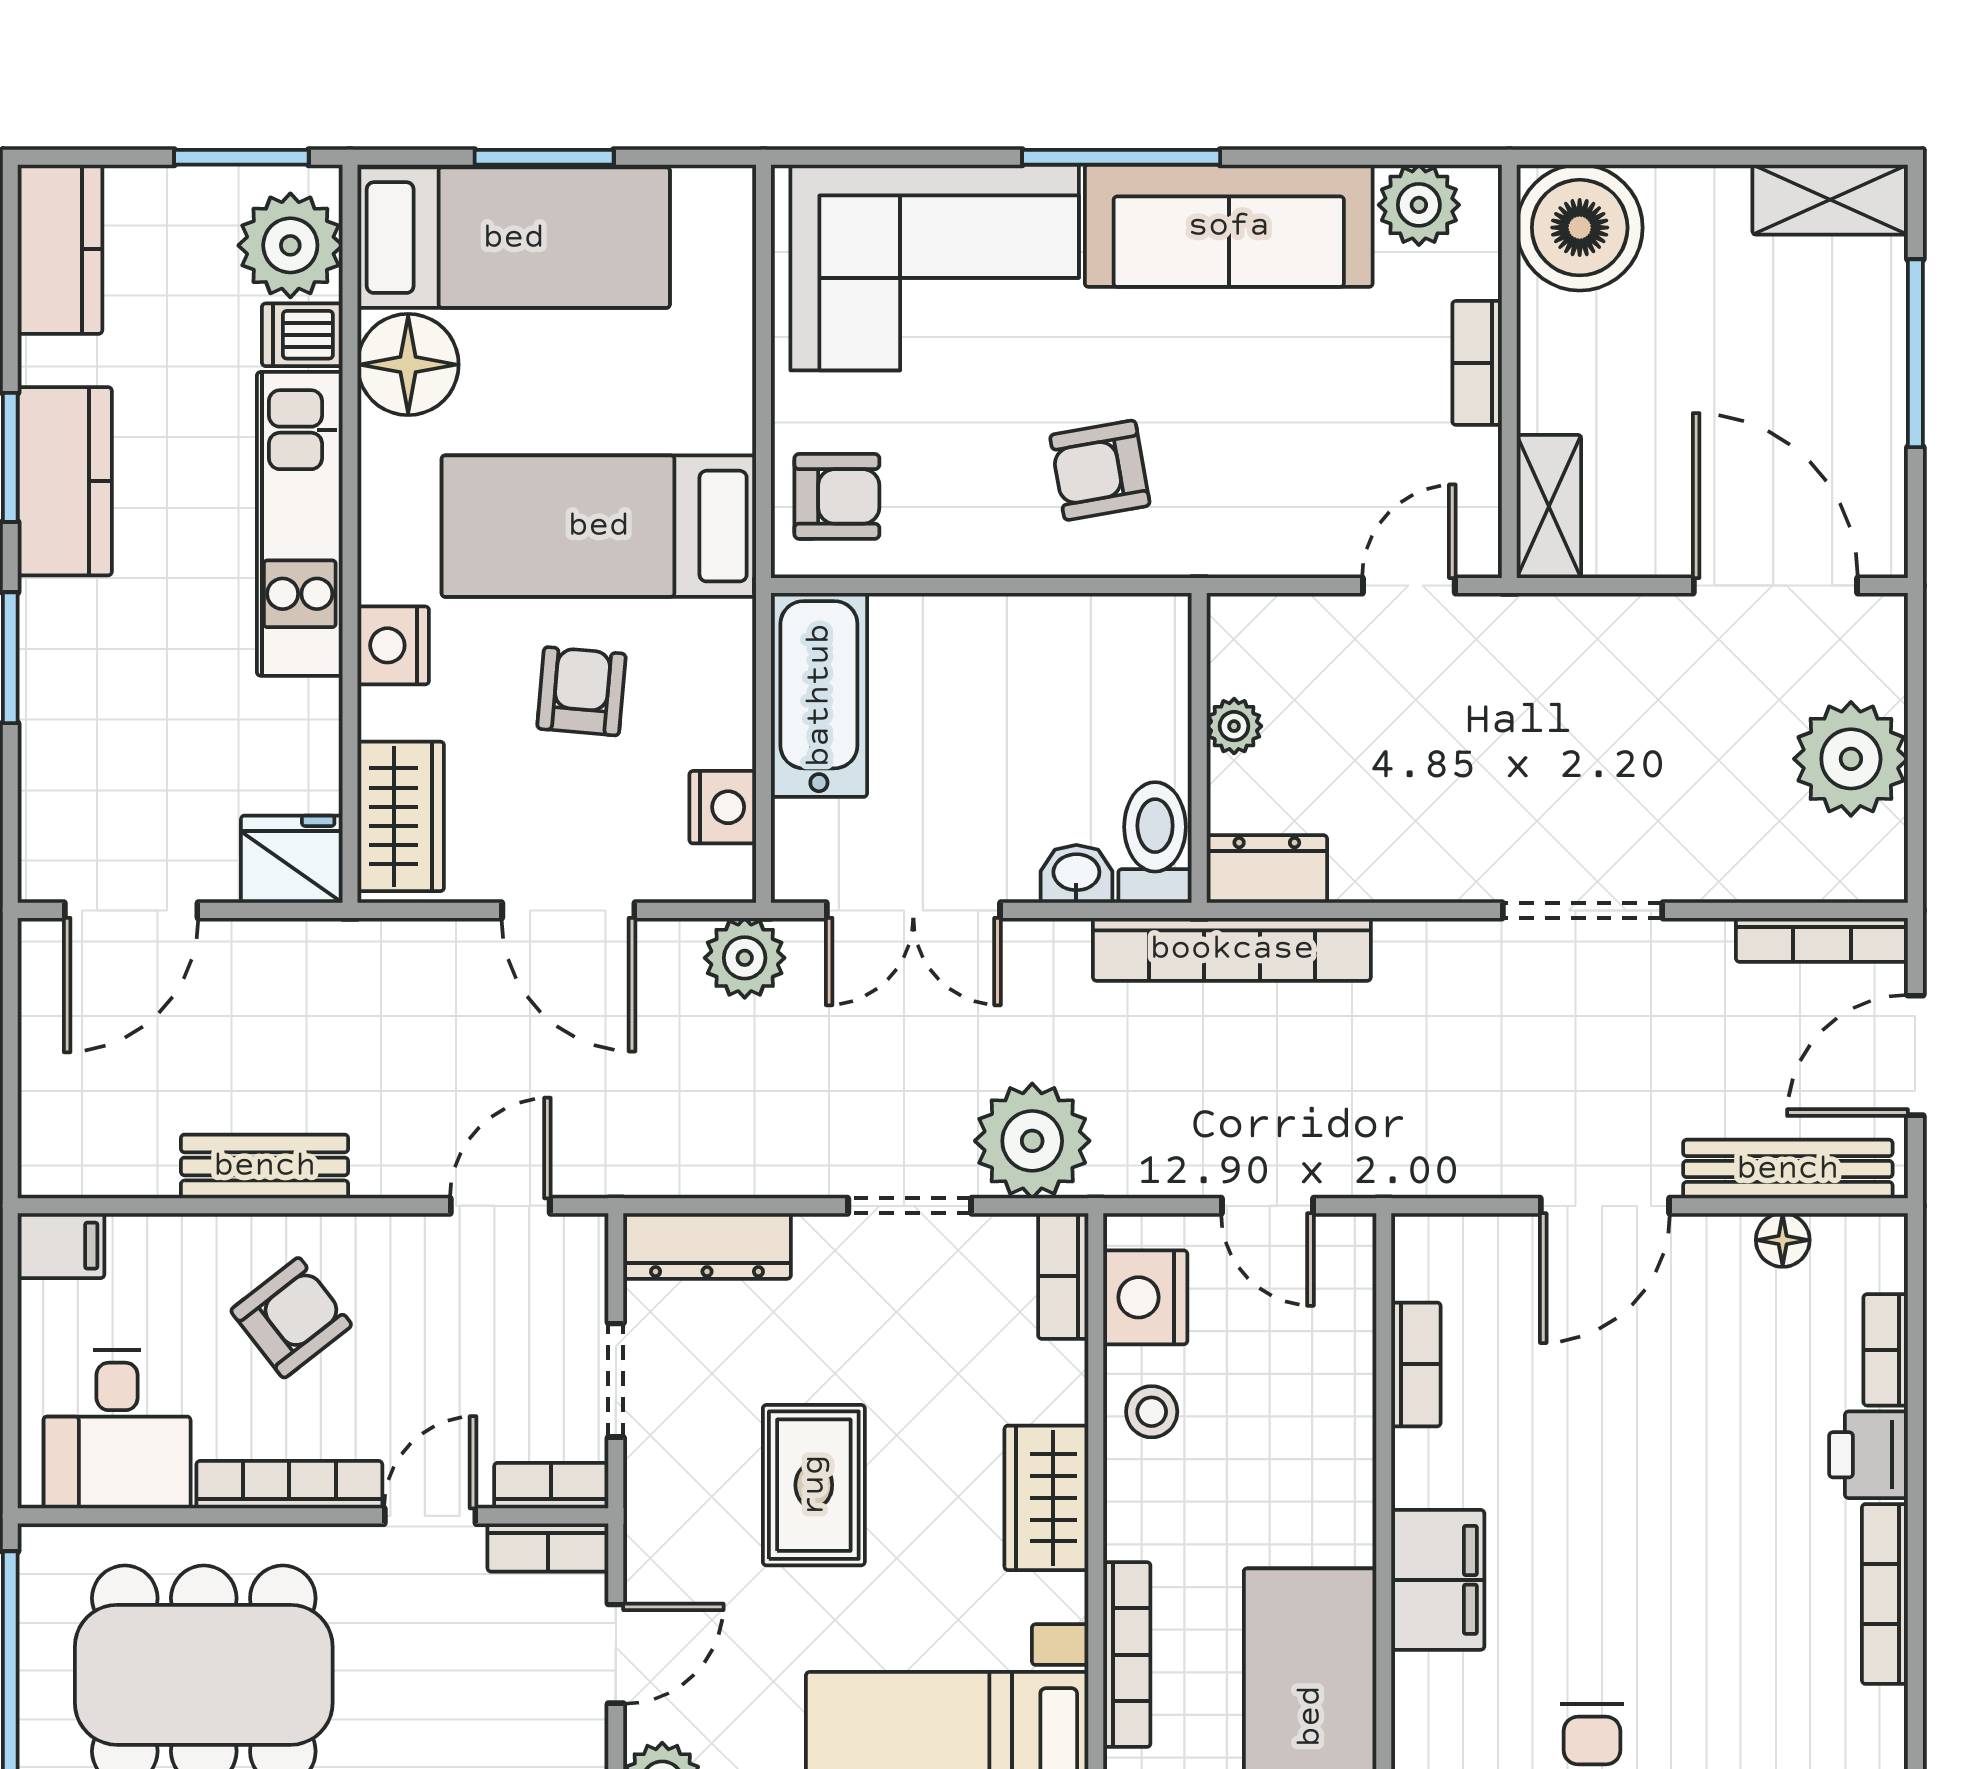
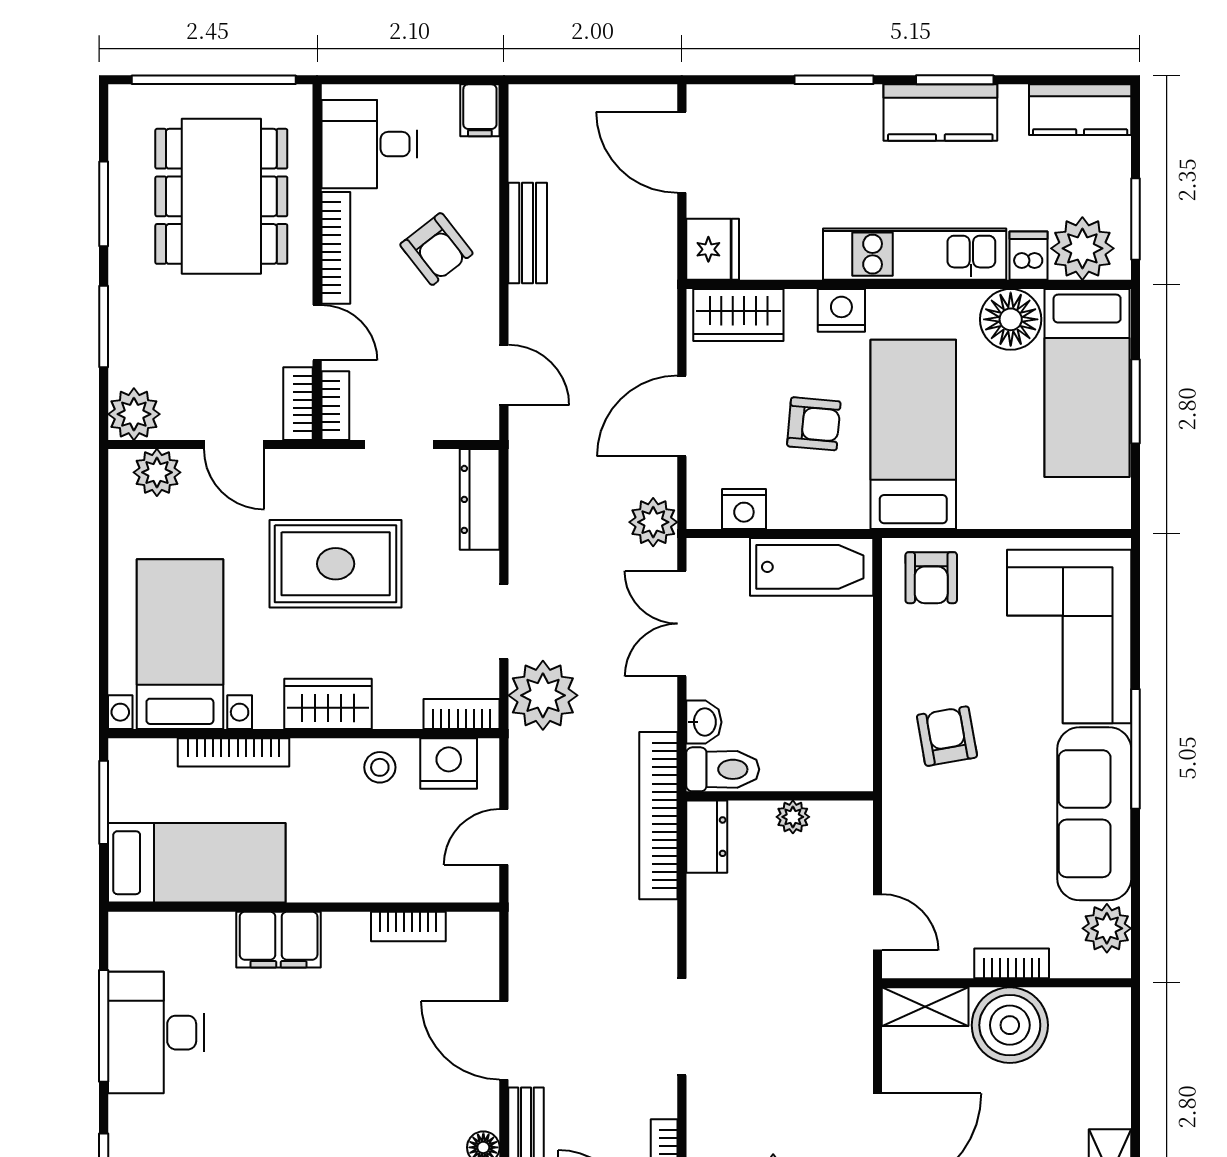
boiler: (1580, 228) -> (1010, 1025), moved
rug: (814, 1485) -> (336, 564), width x1.36, depth x1.43

